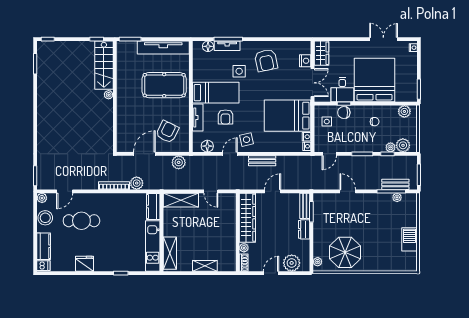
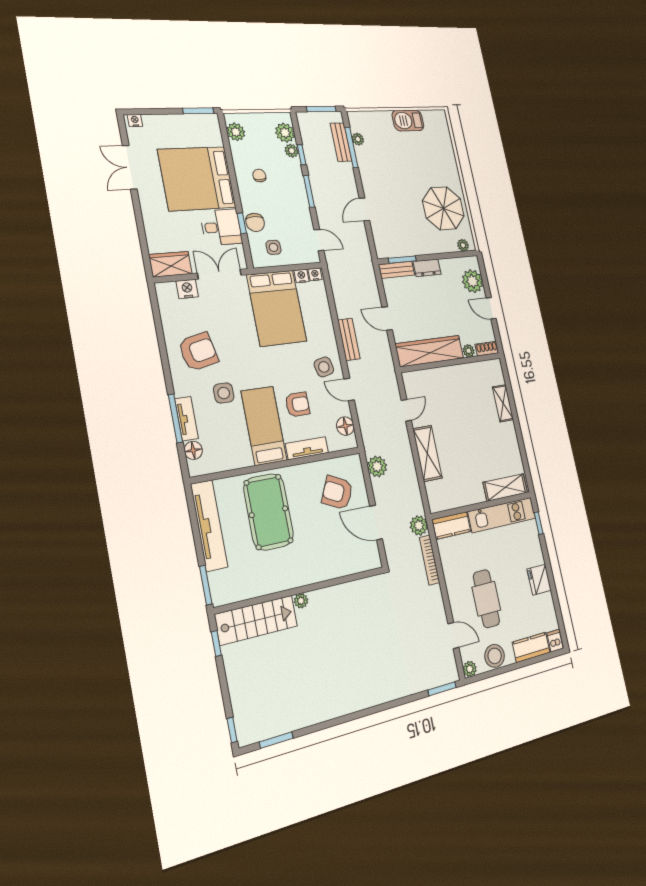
kitchen counter: (153, 207) -> (451, 525), moved
wall: (162, 232) -> (482, 505), moved
kitchen unit: (153, 246) -> (502, 515), moved
shelving: (170, 253) -> (505, 487), moved

